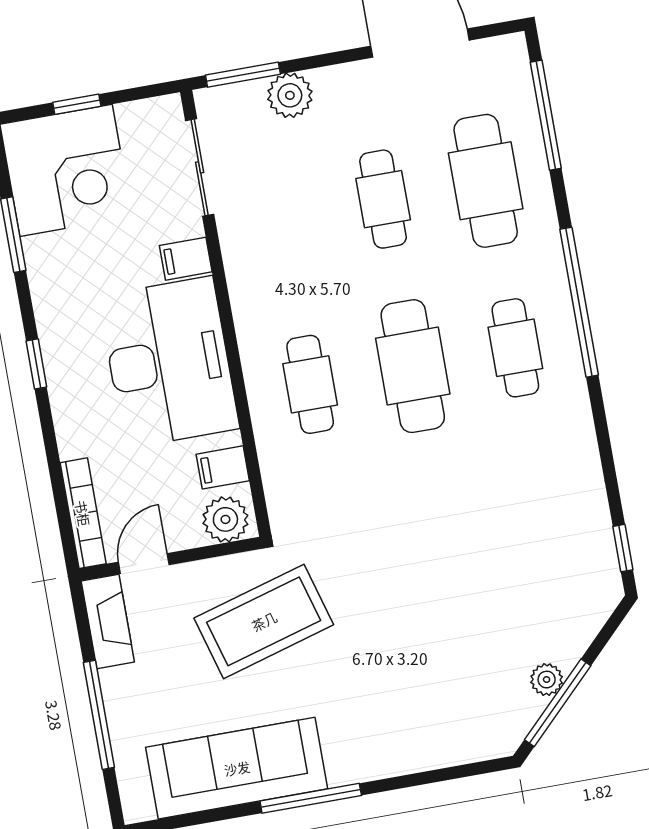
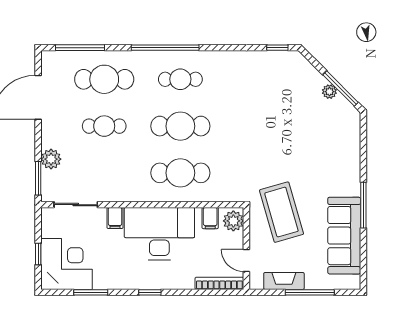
cafe table: (310, 384) -> (180, 173), width x1.37, depth x1.35
fireplace: (108, 621) -> (284, 281), moved

